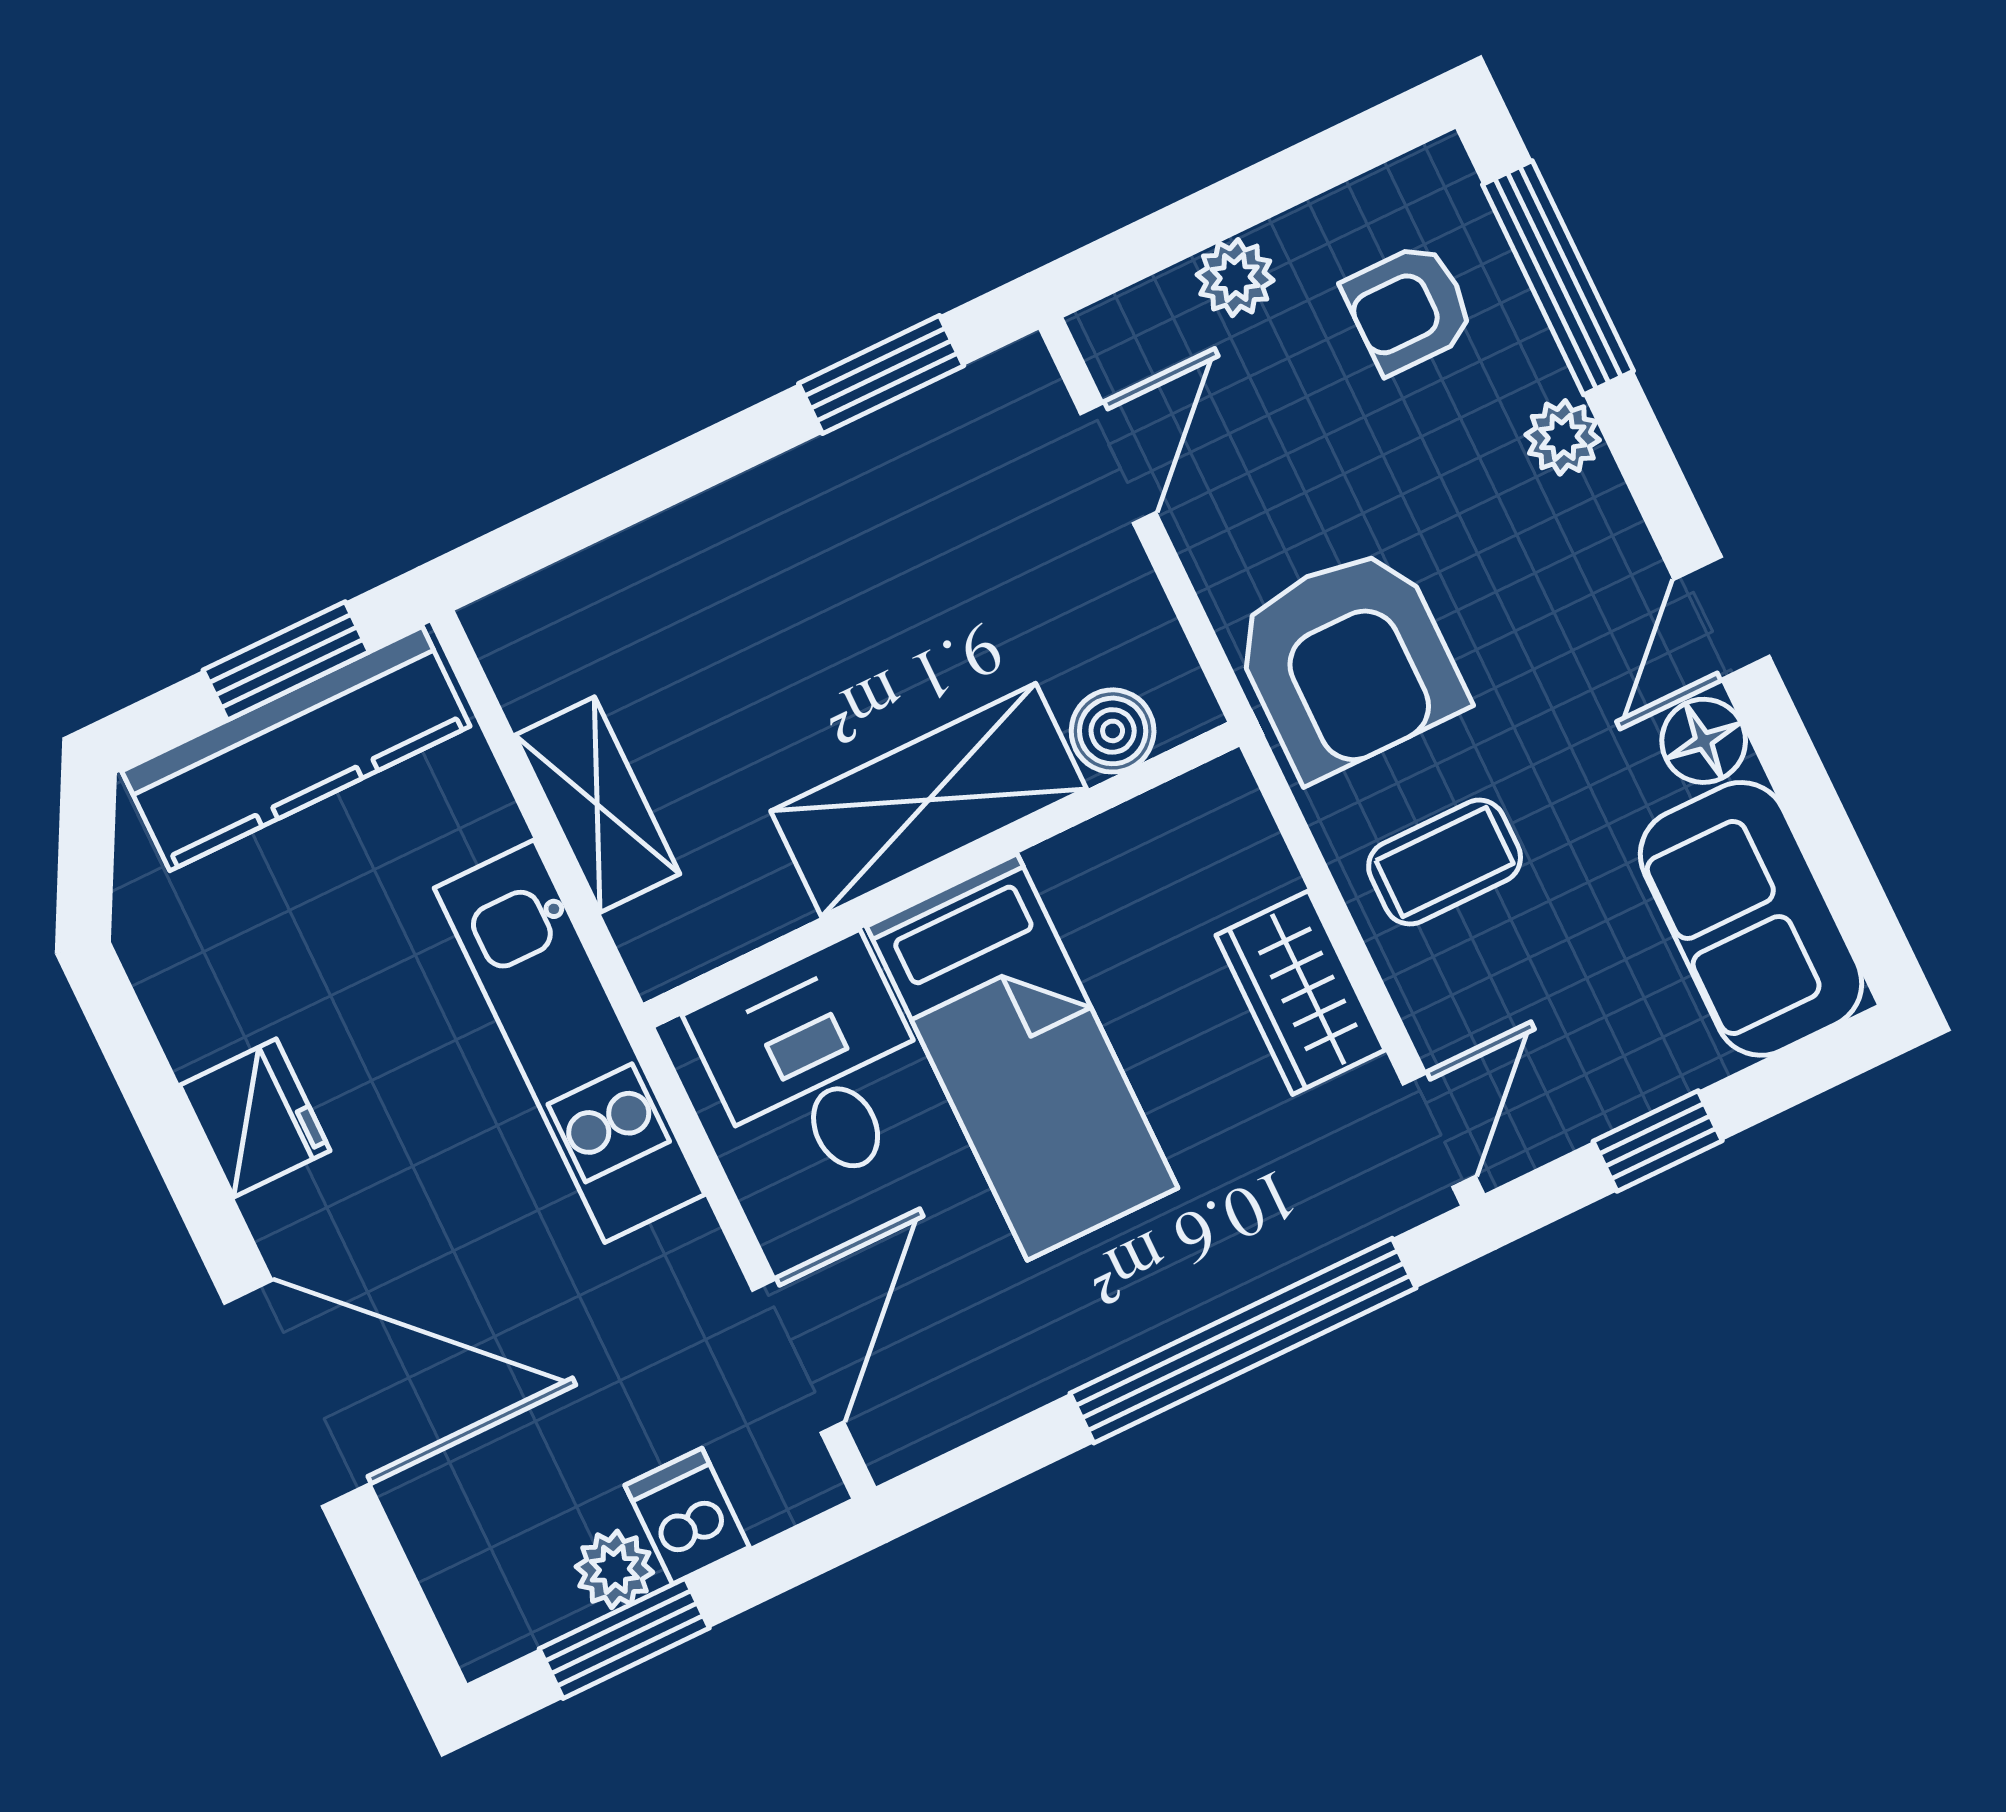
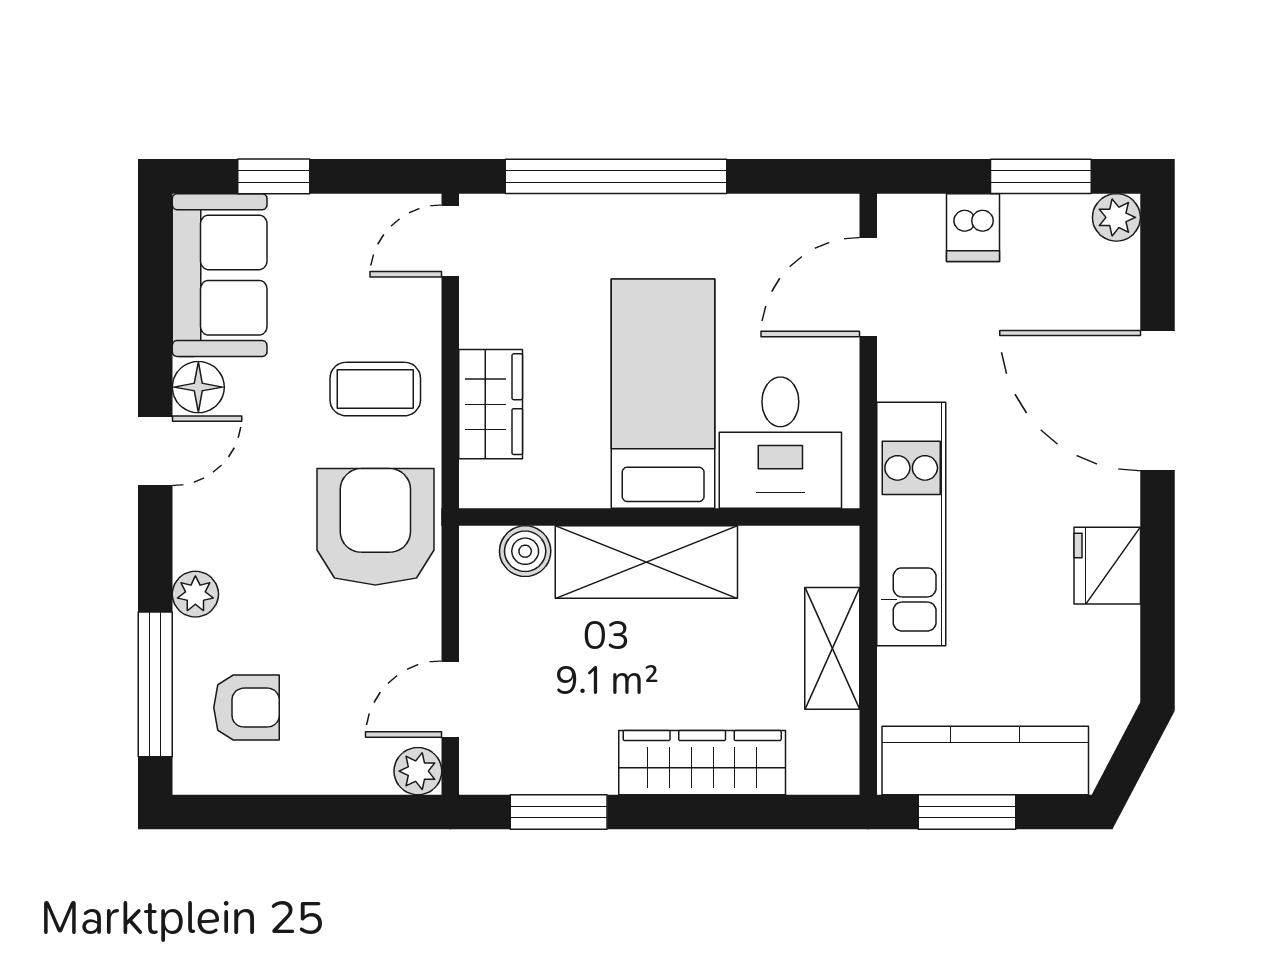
plant: (1235, 278) -> (418, 771), moved
wardrobe: (707, 547) -> (702, 763), added
wardrobe: (1301, 993) -> (491, 404), moved
window: (1658, 1141) -> (274, 176), moved
plant: (614, 1569) -> (1116, 217), moved

